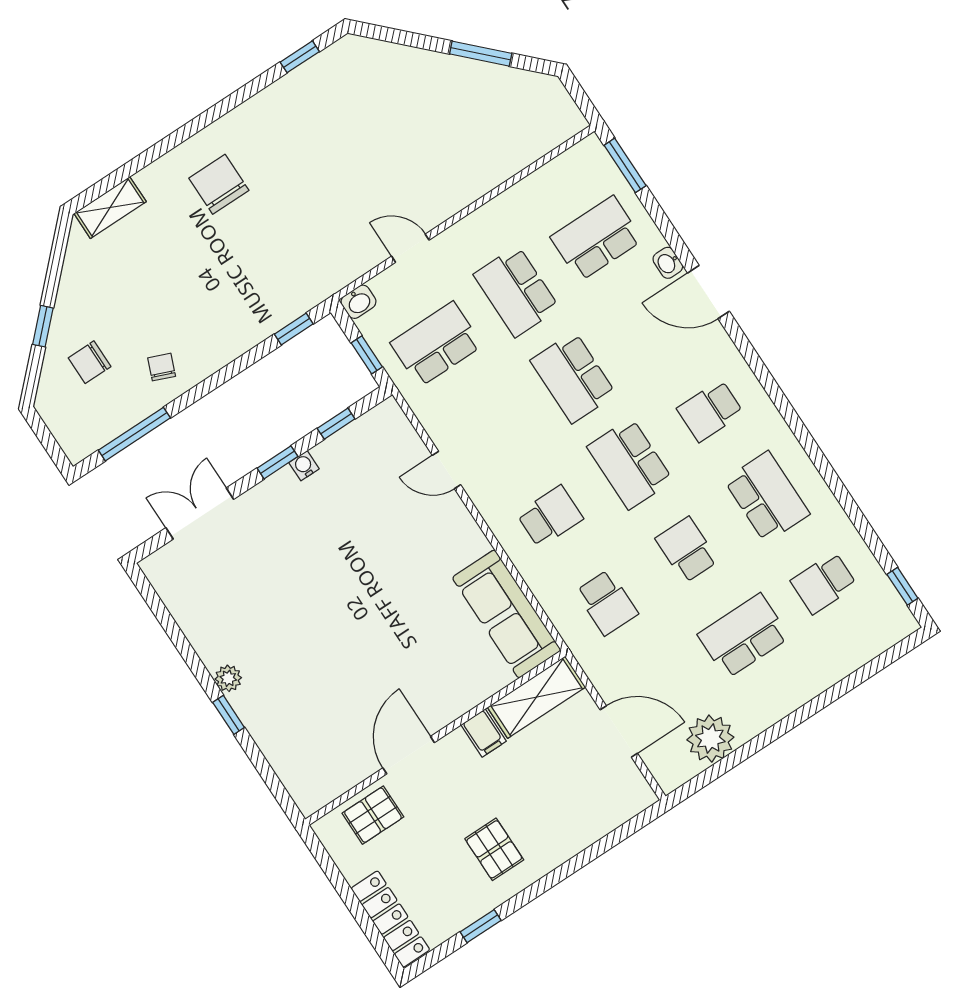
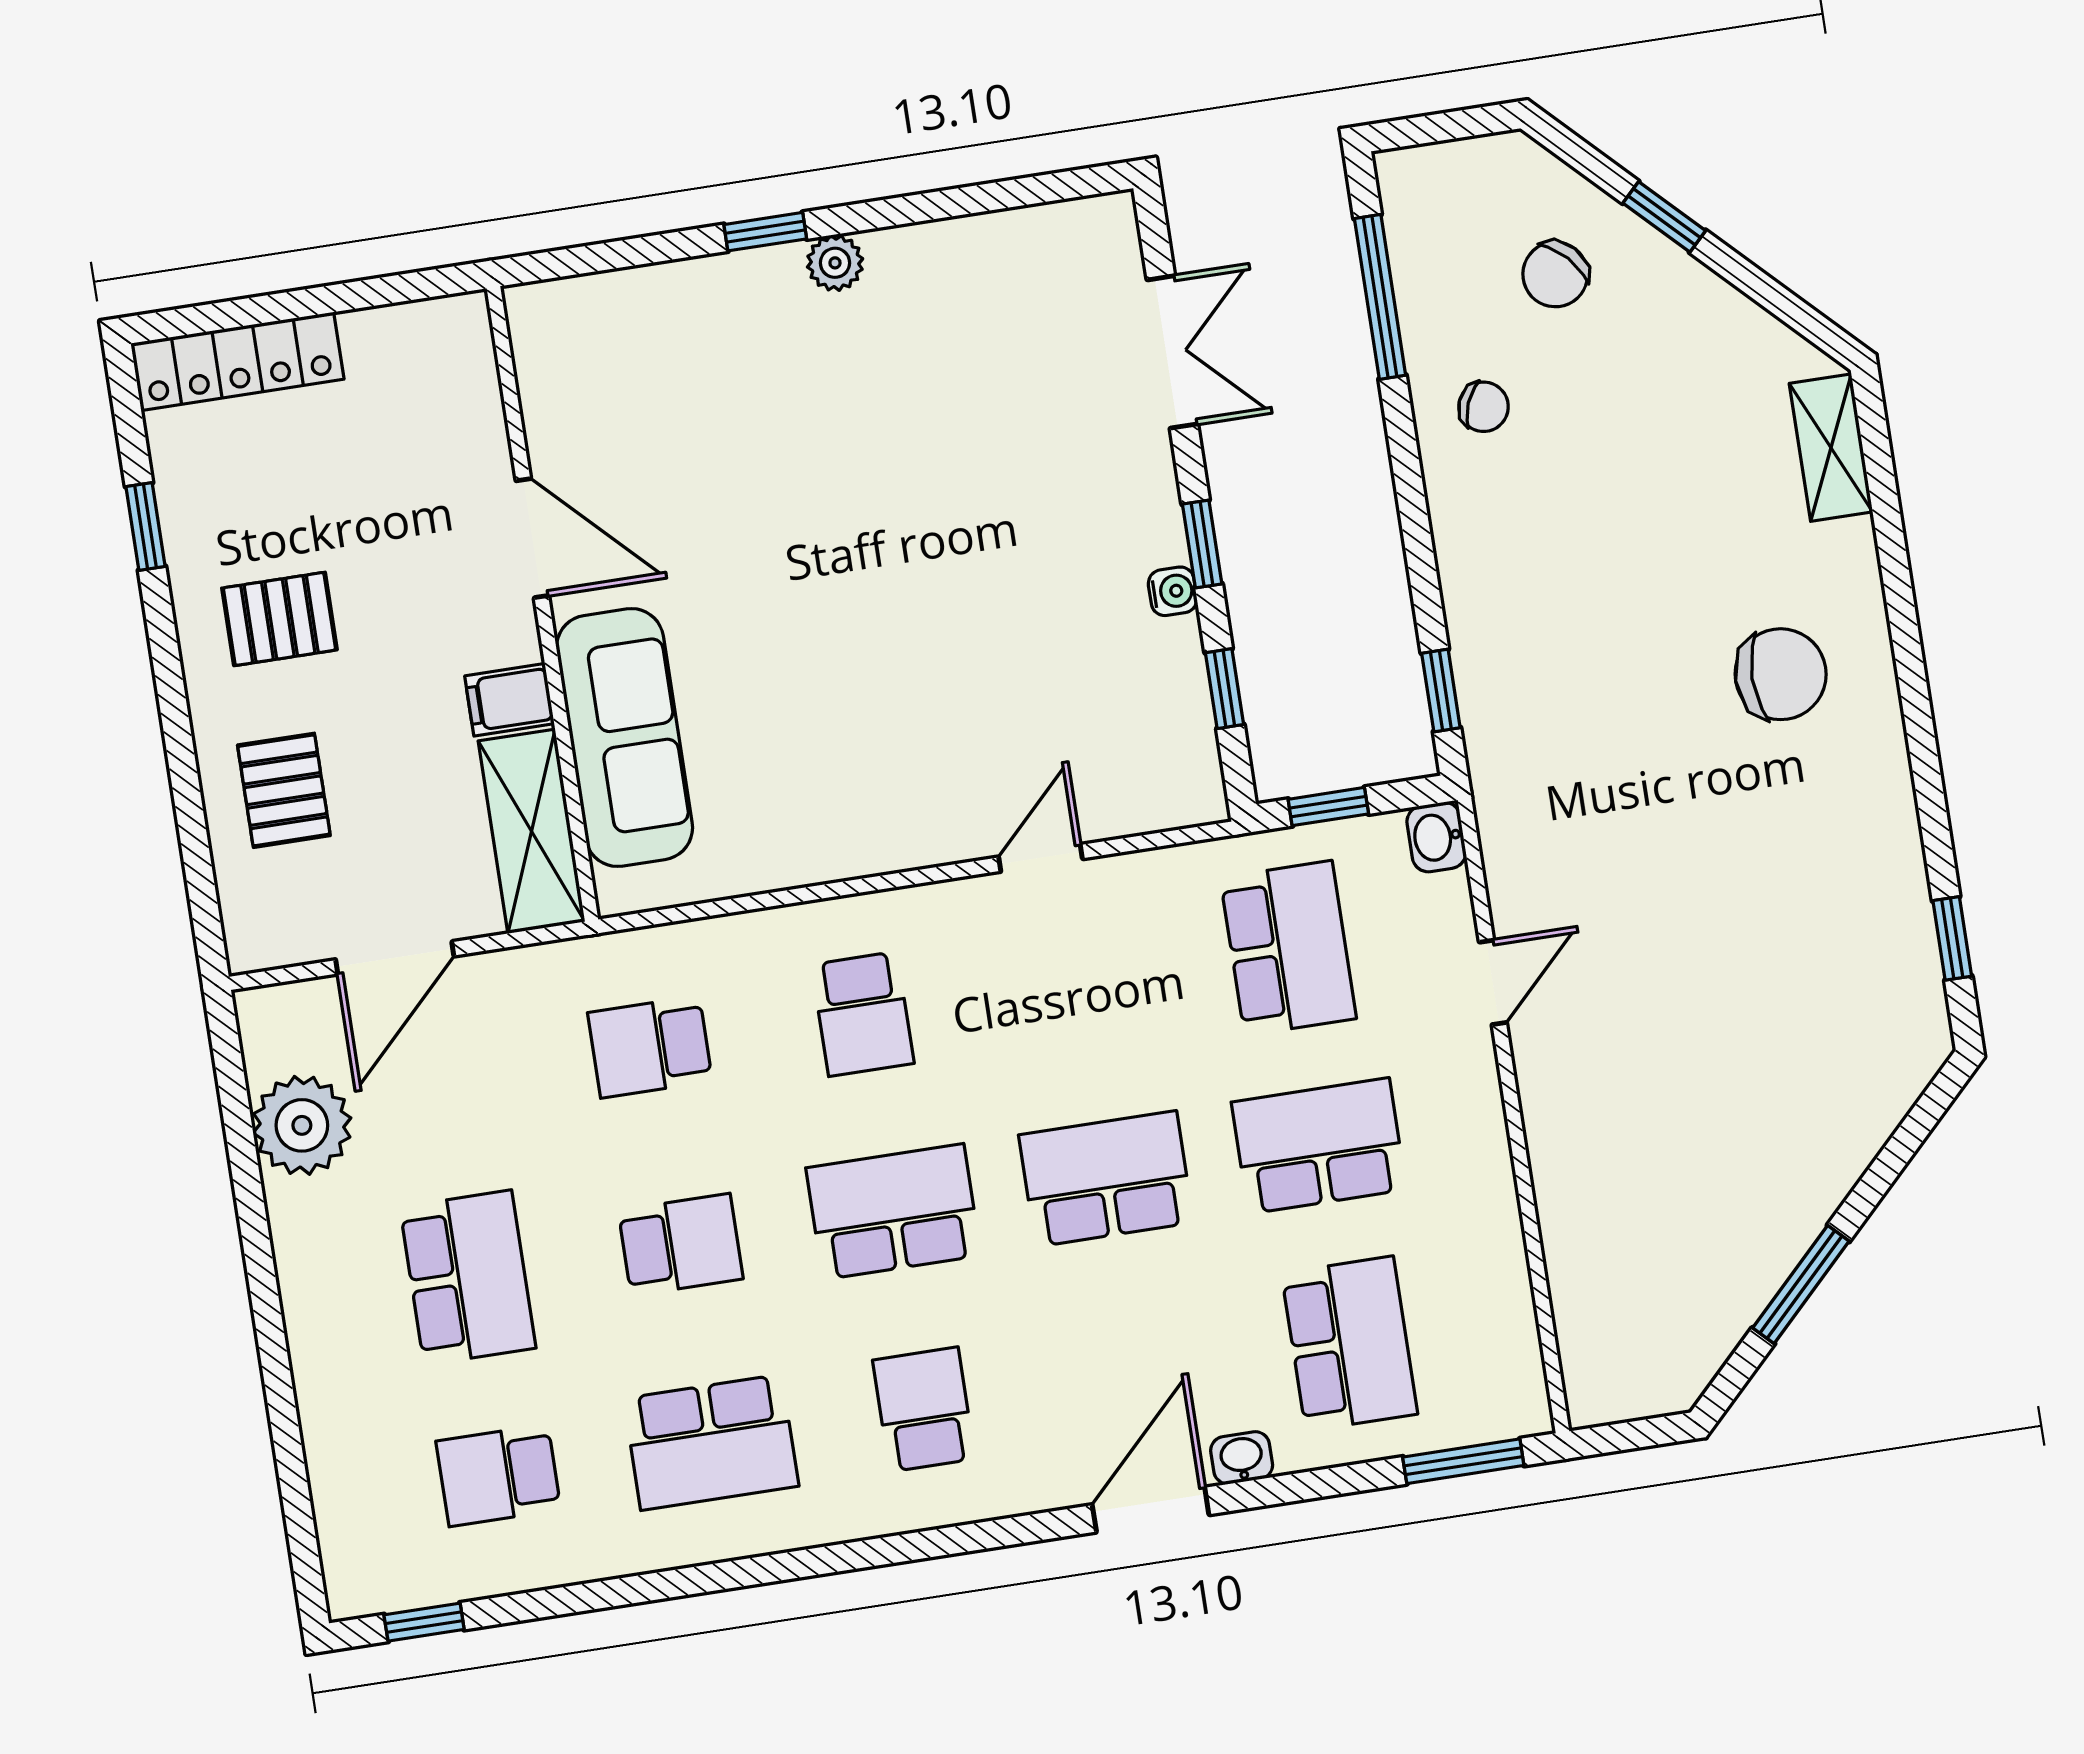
chair: (90, 362) -> (1555, 274), turned -133
school desk: (824, 583) -> (498, 1475), turned -90
sofa: (507, 614) -> (625, 738), moved, turned 90
pallet: (373, 815) -> (284, 790), moved

